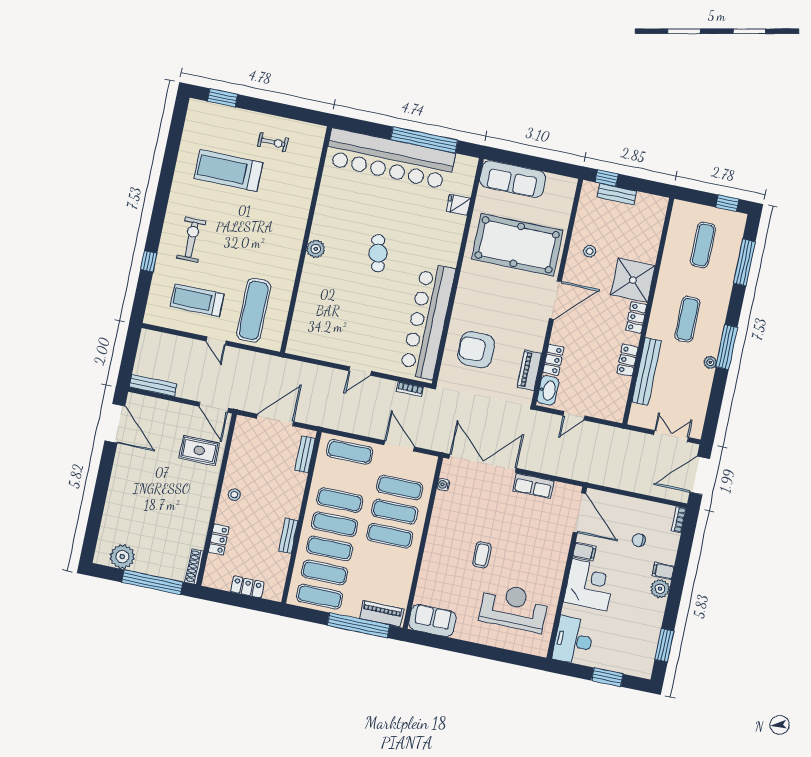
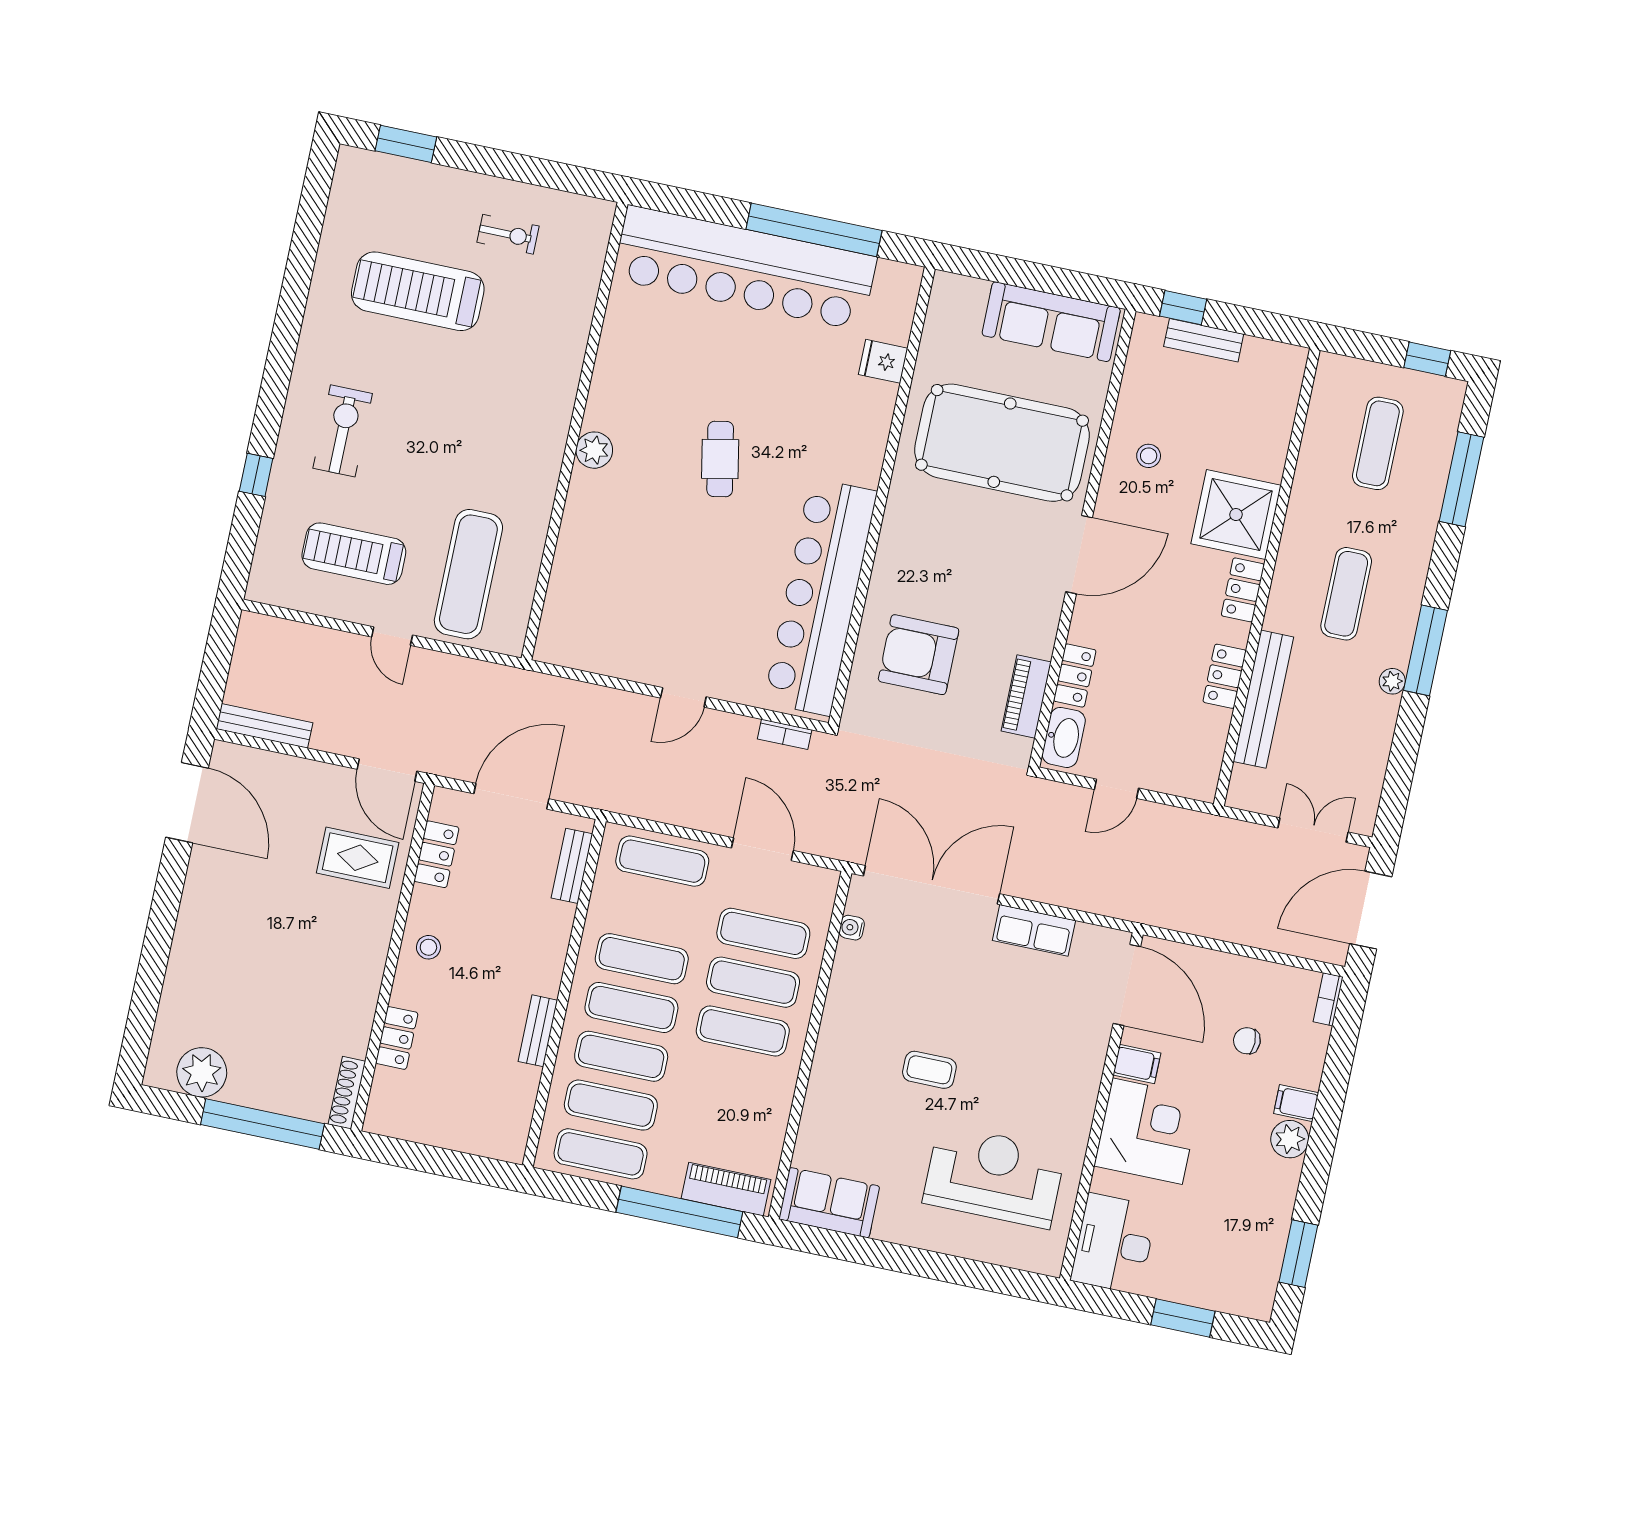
sofa: (513, 179) -> (1051, 322), moved
coffee table: (482, 555) -> (929, 1070), turned 90
locker: (247, 587) -> (436, 854), moved, turned 90

